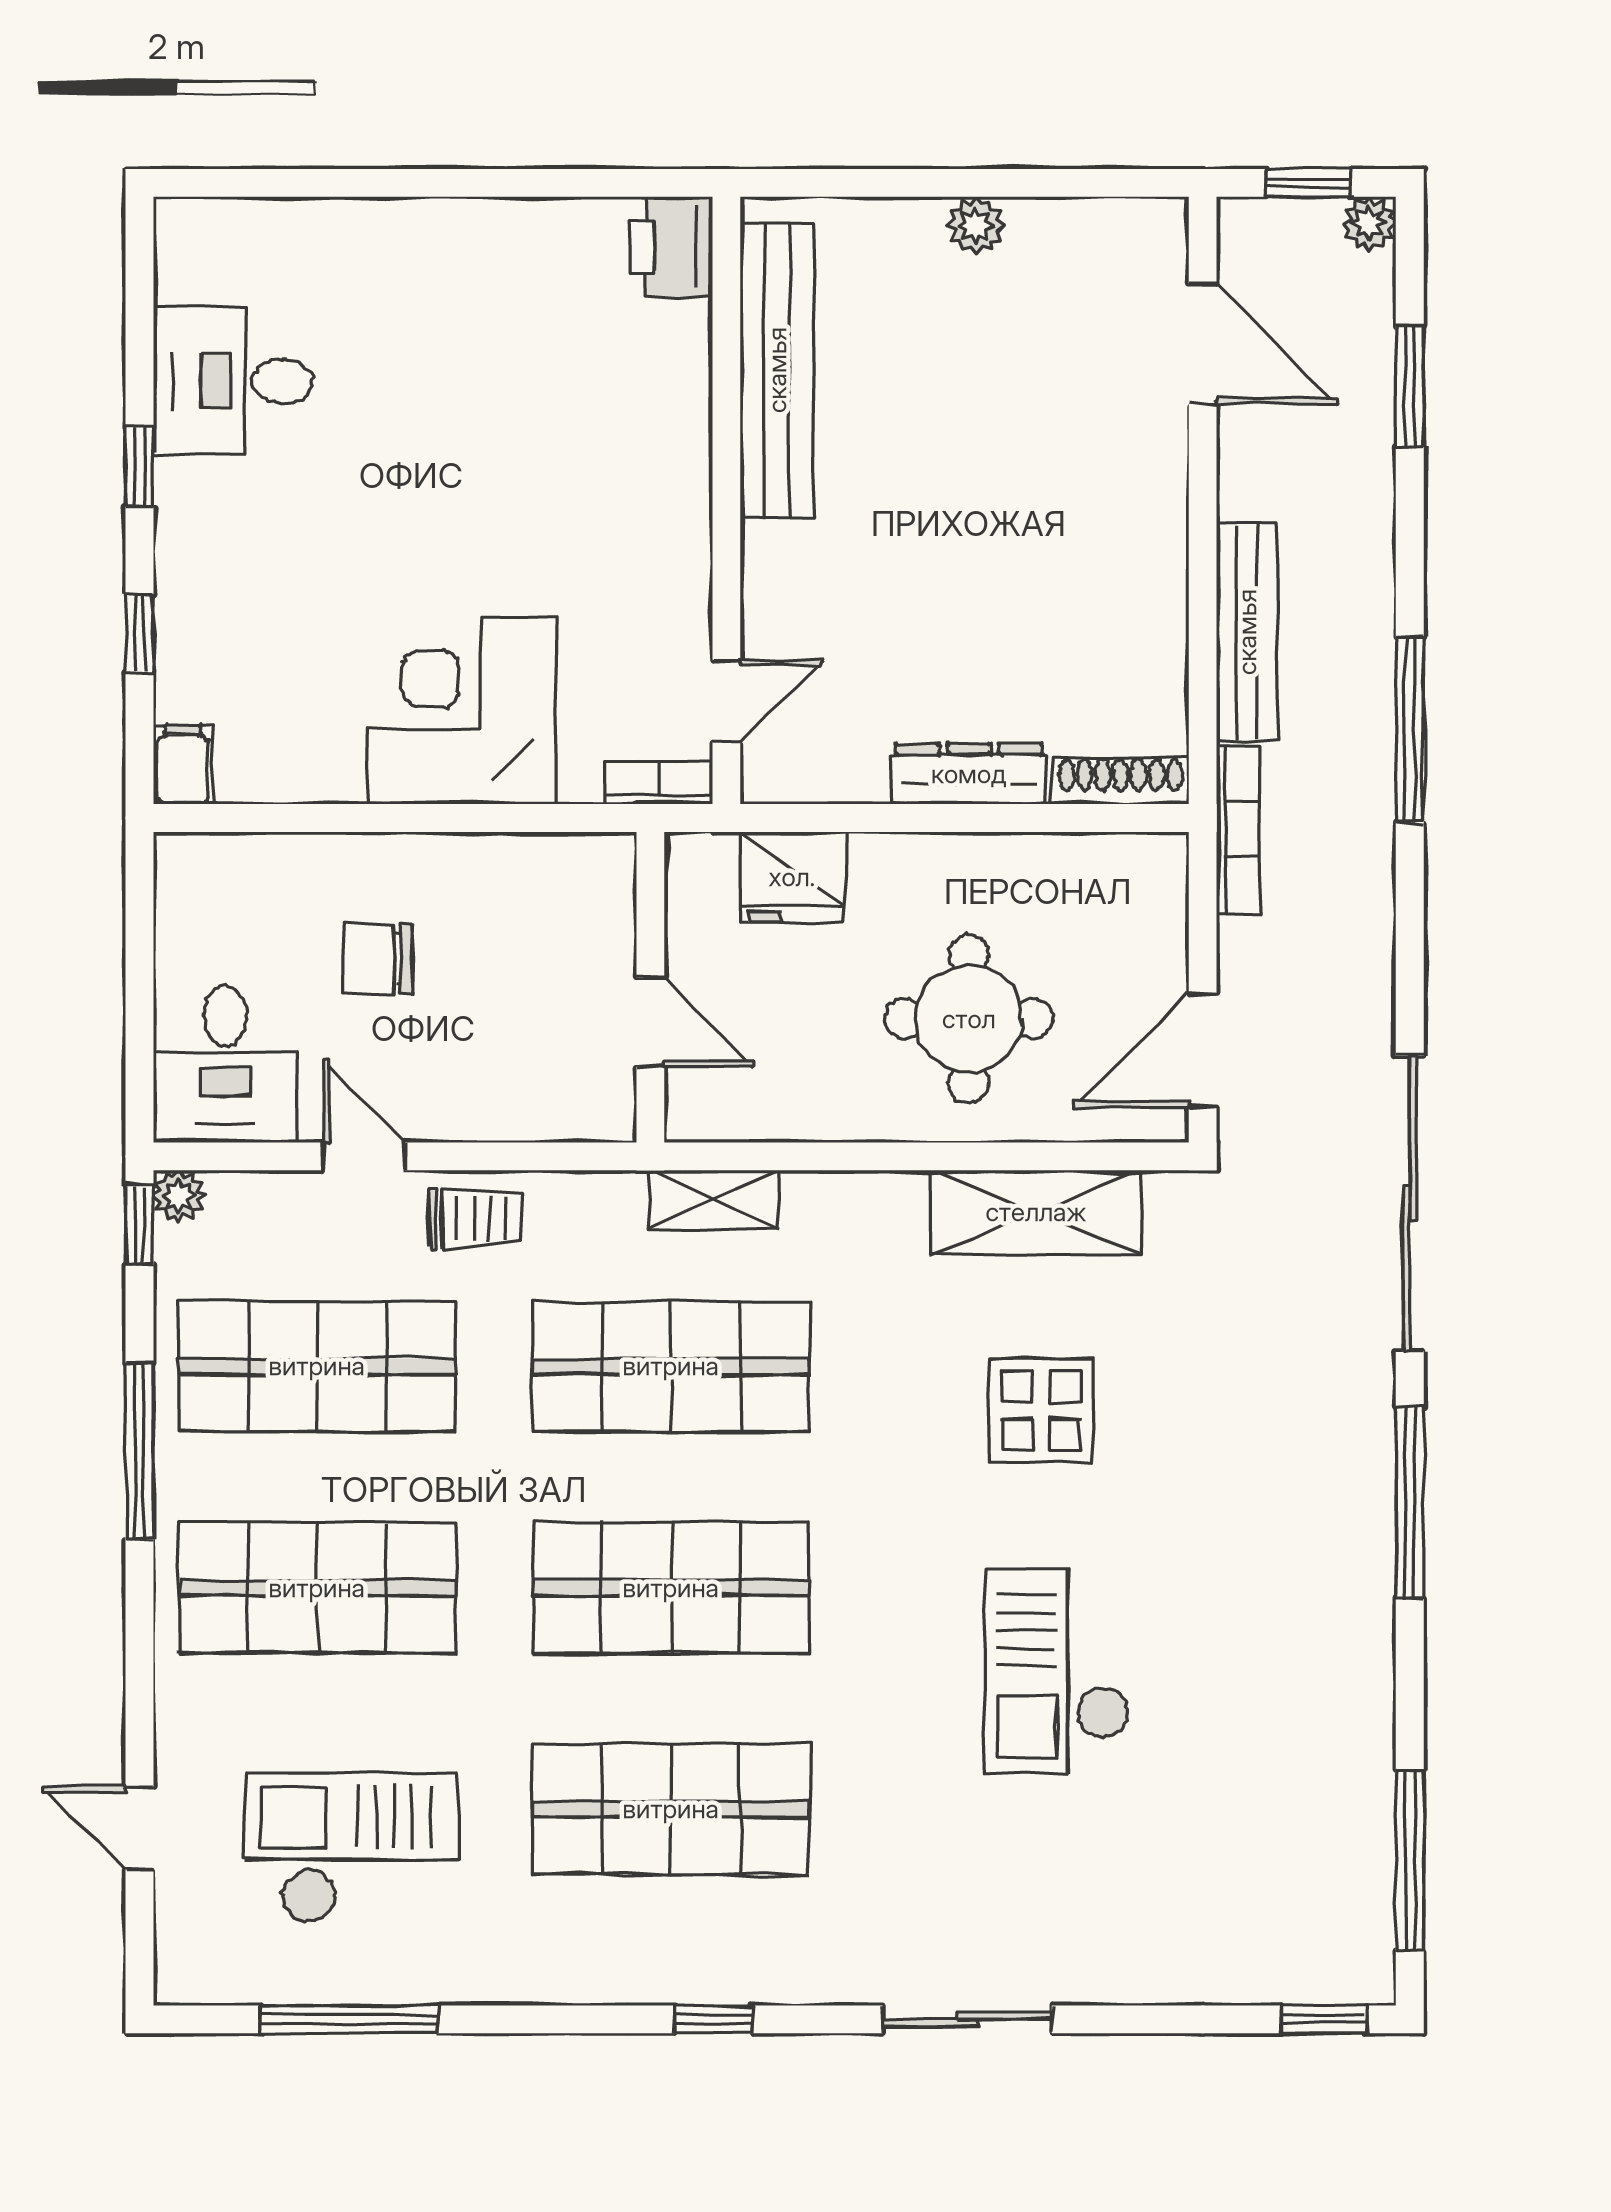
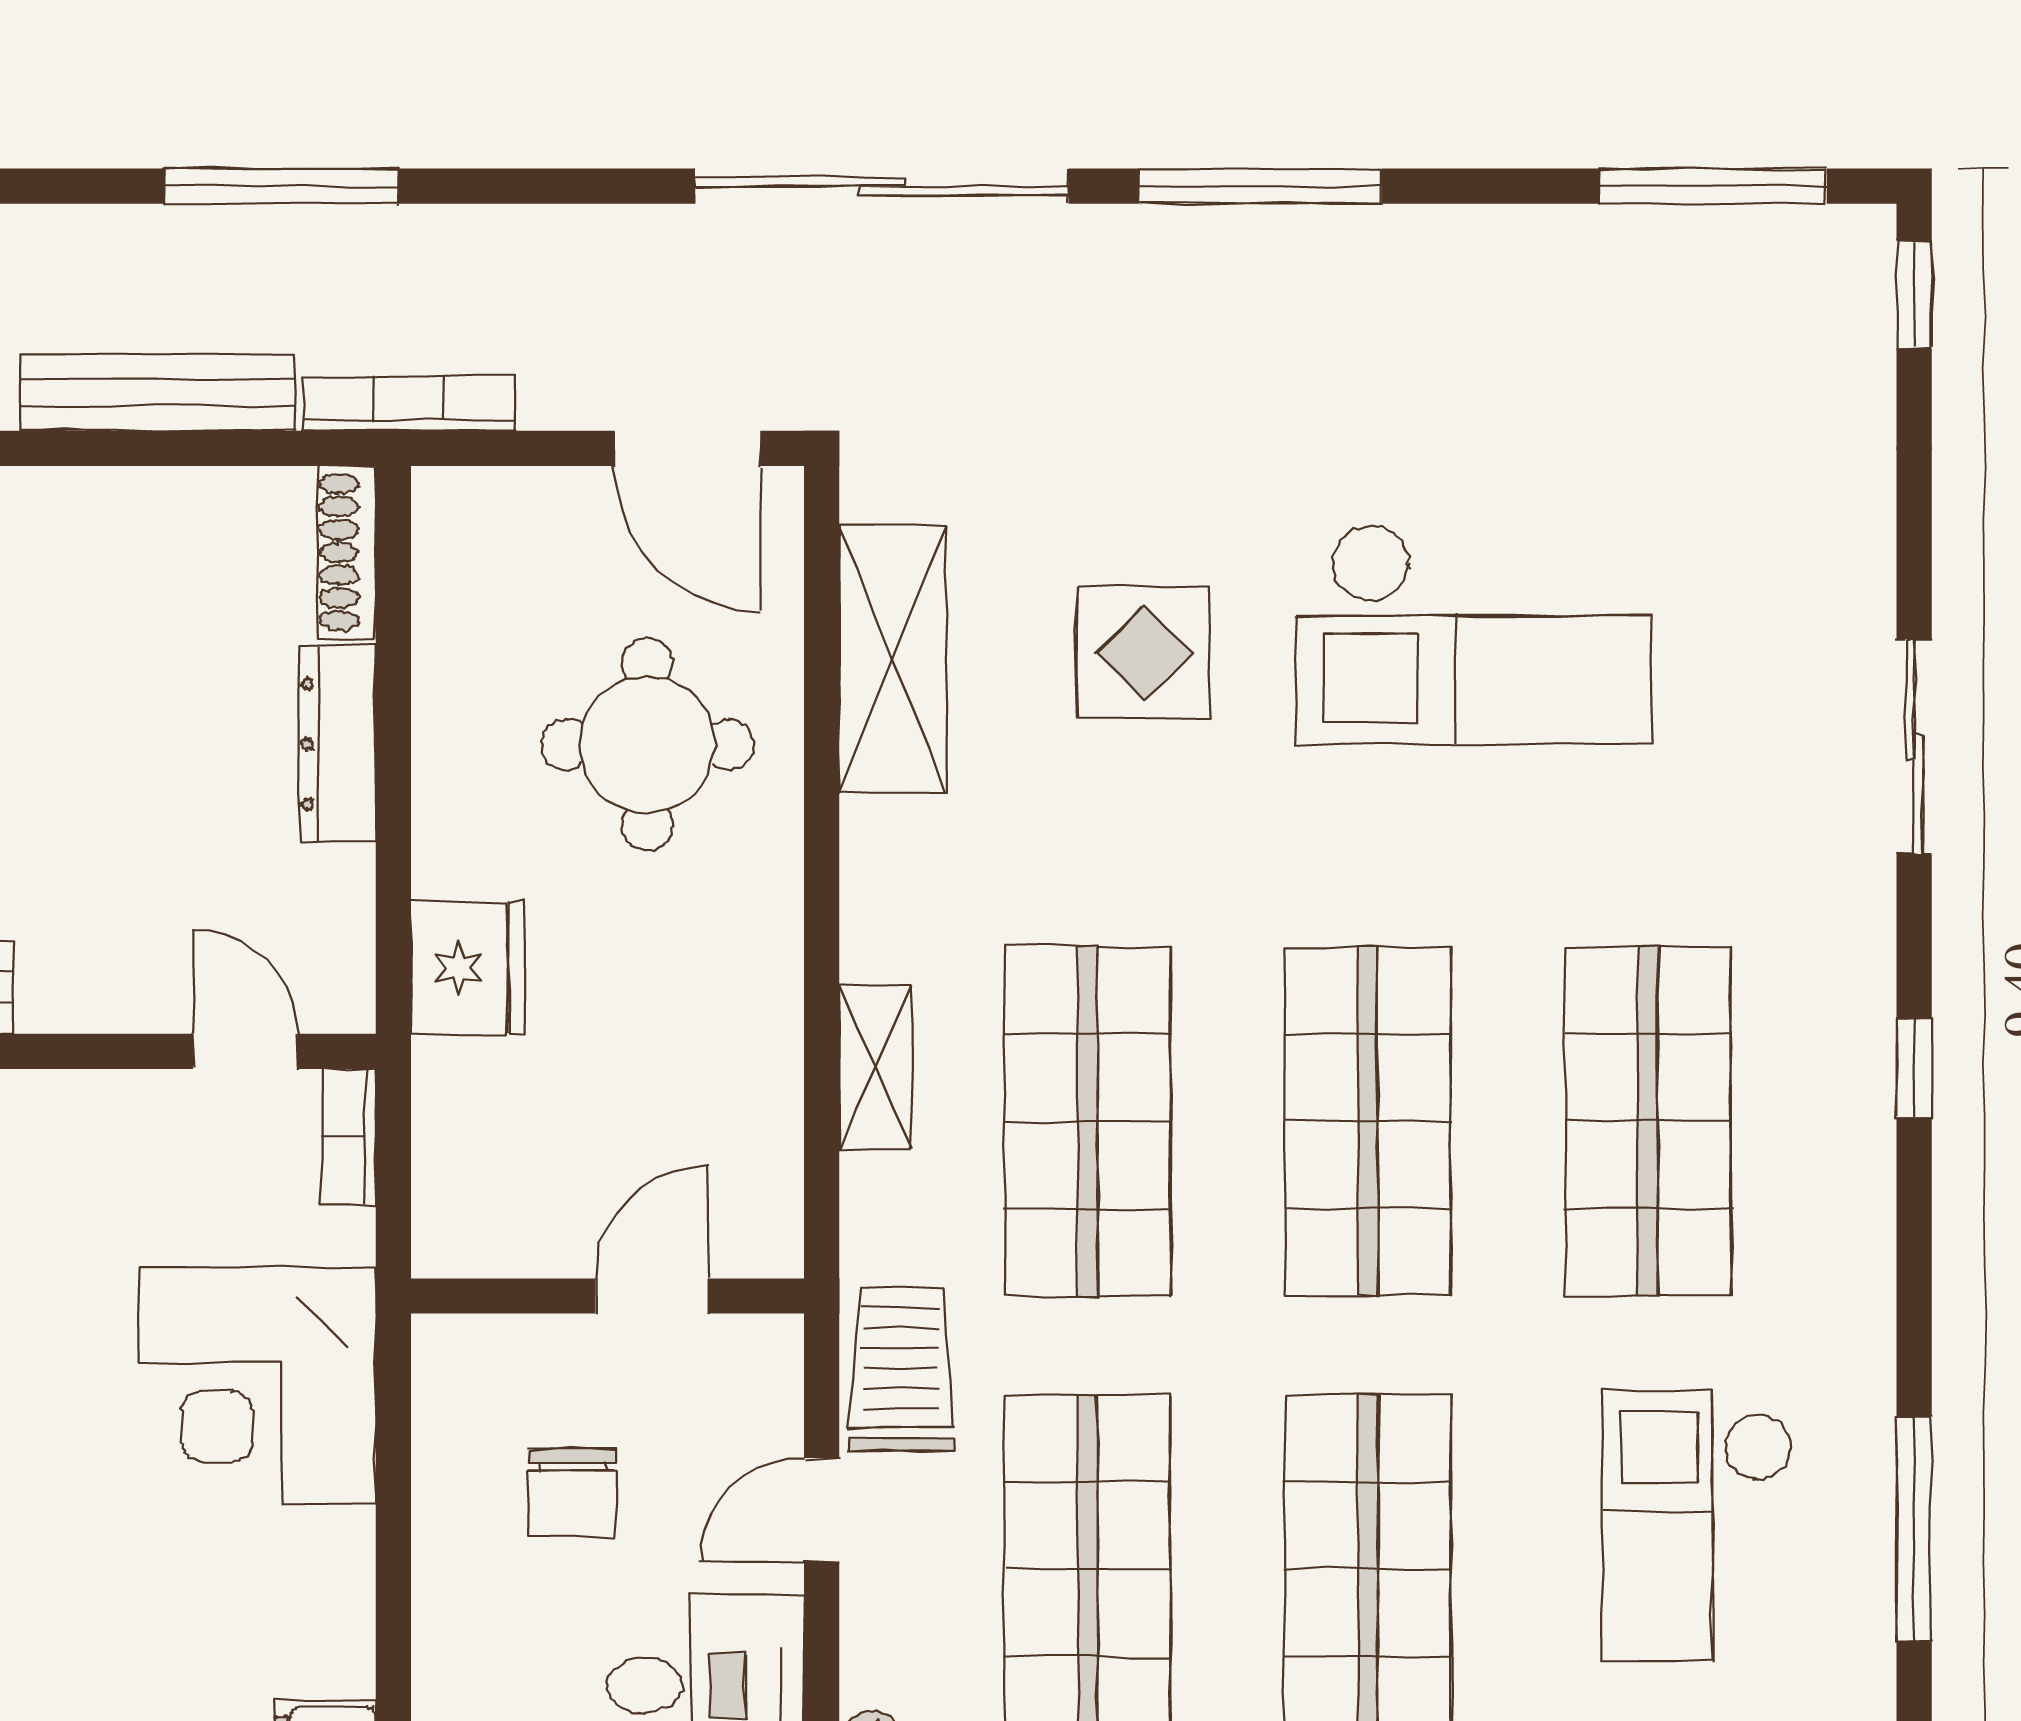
wall: (650, 987) -> (608, 1296), moved
door: (650, 1022) -> (652, 1296), moved
trolley: (475, 1219) -> (901, 1369), width x1.36, depth x1.39
checkout: (1056, 1671) -> (1474, 634), width x1.36, depth x1.21

